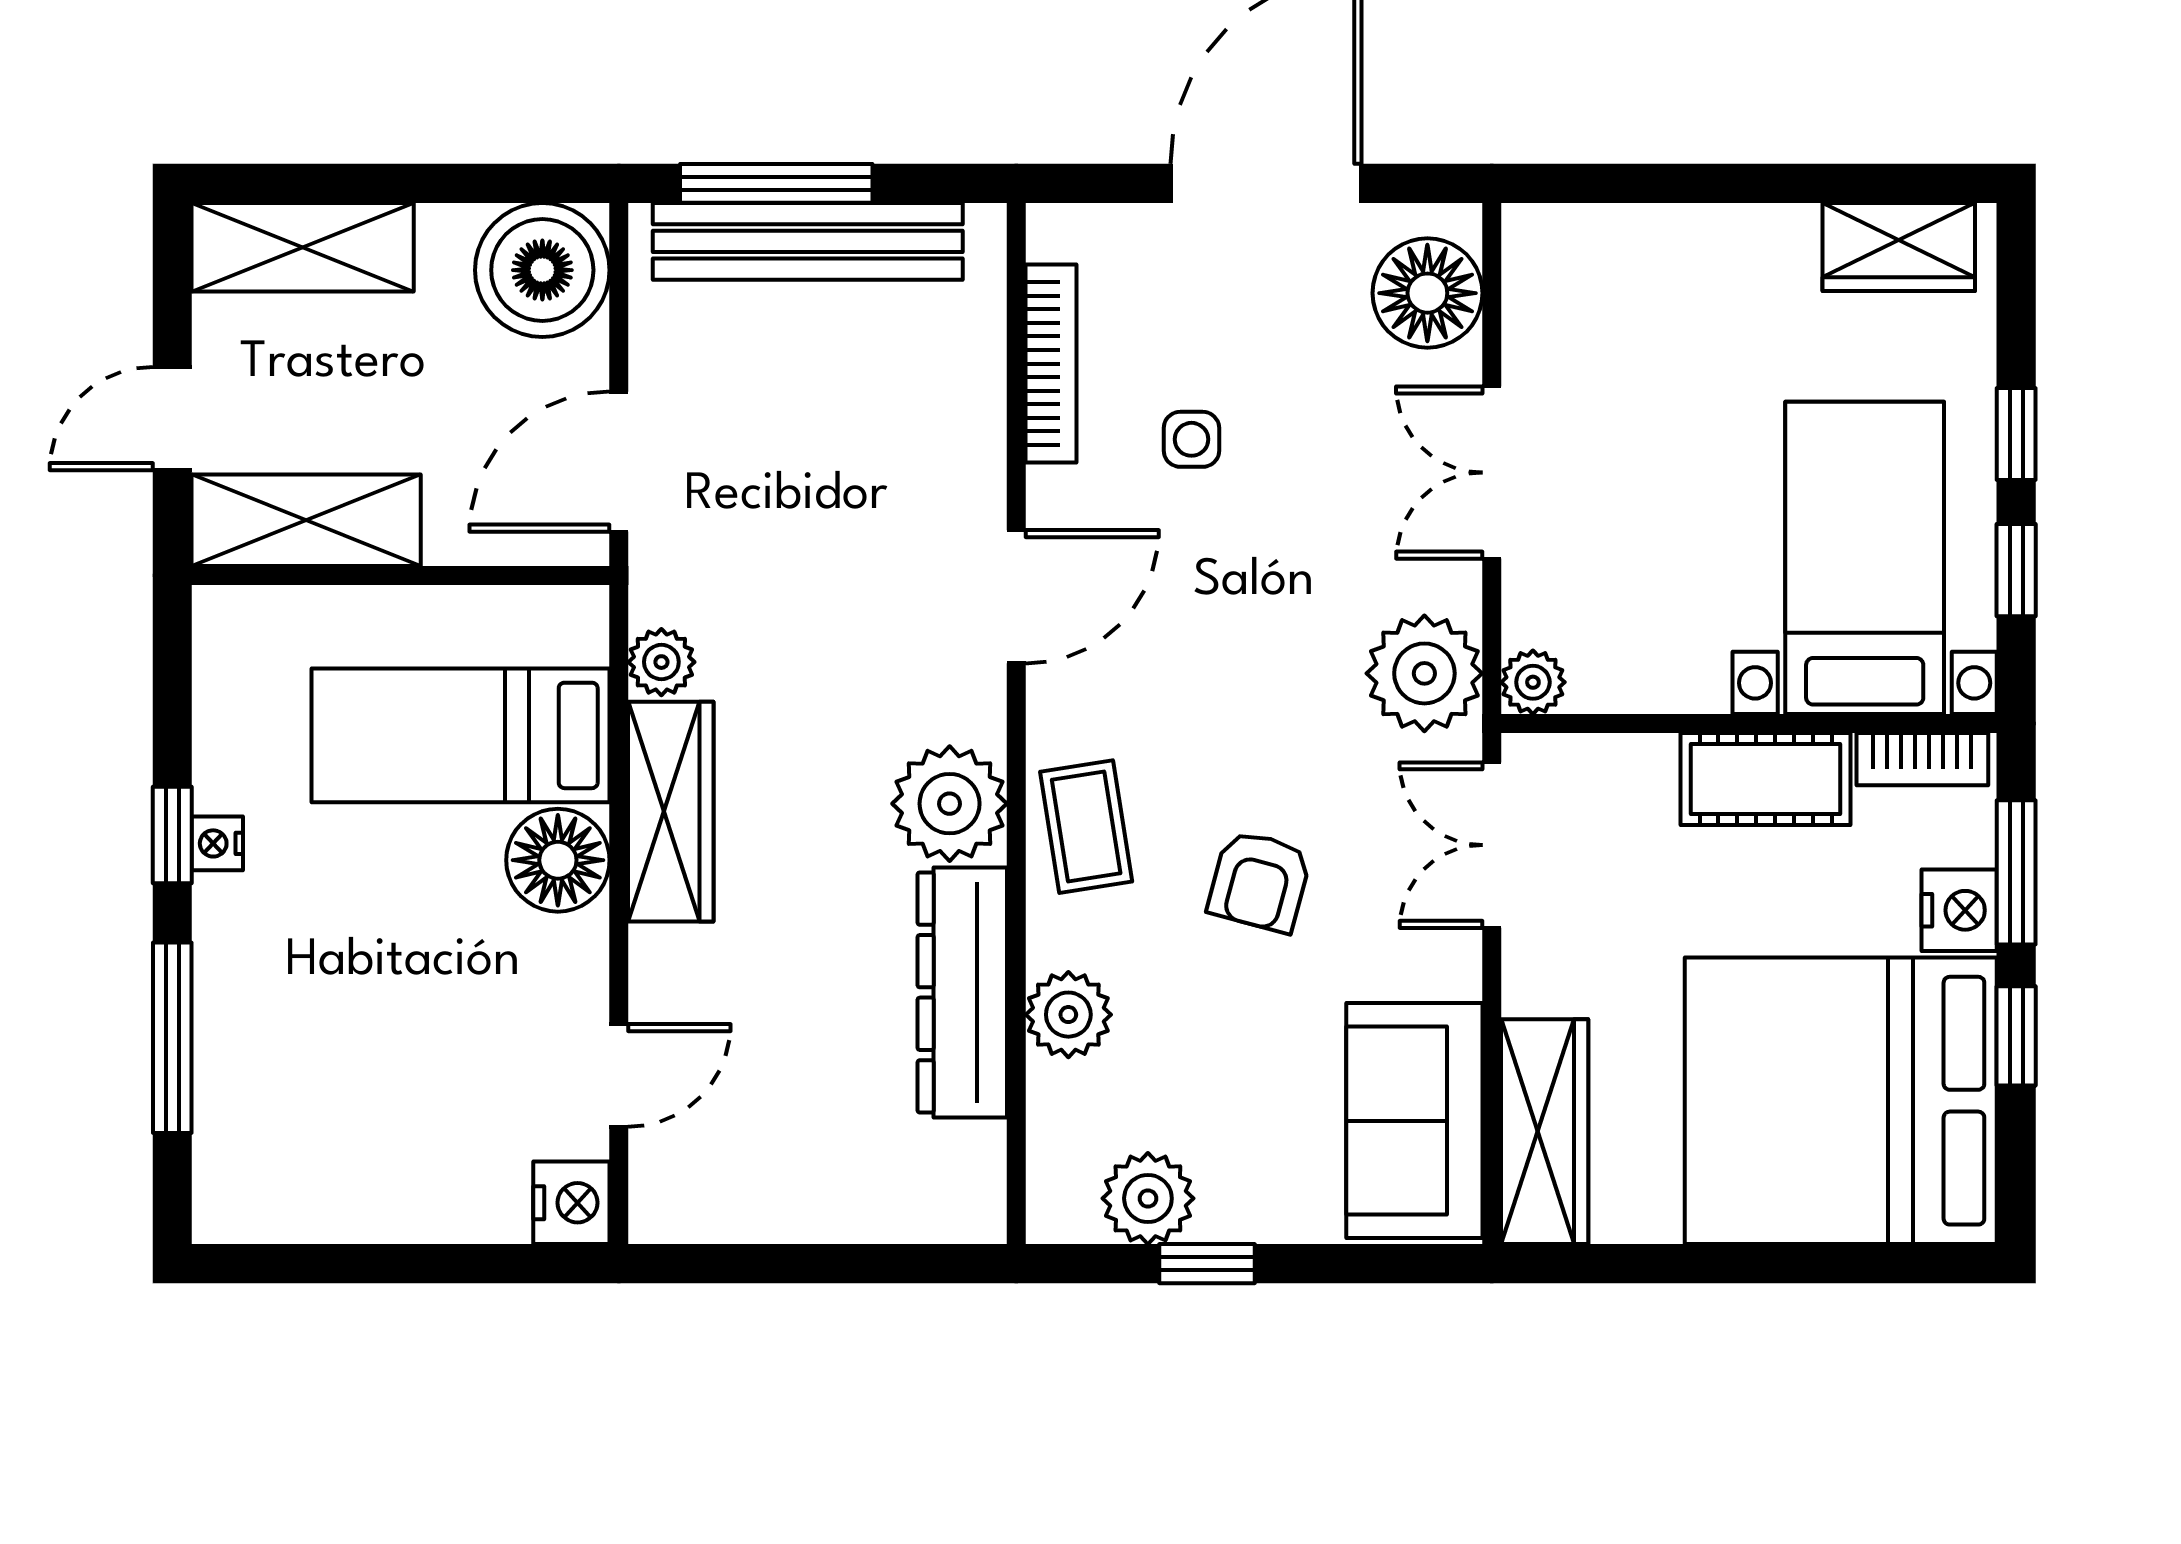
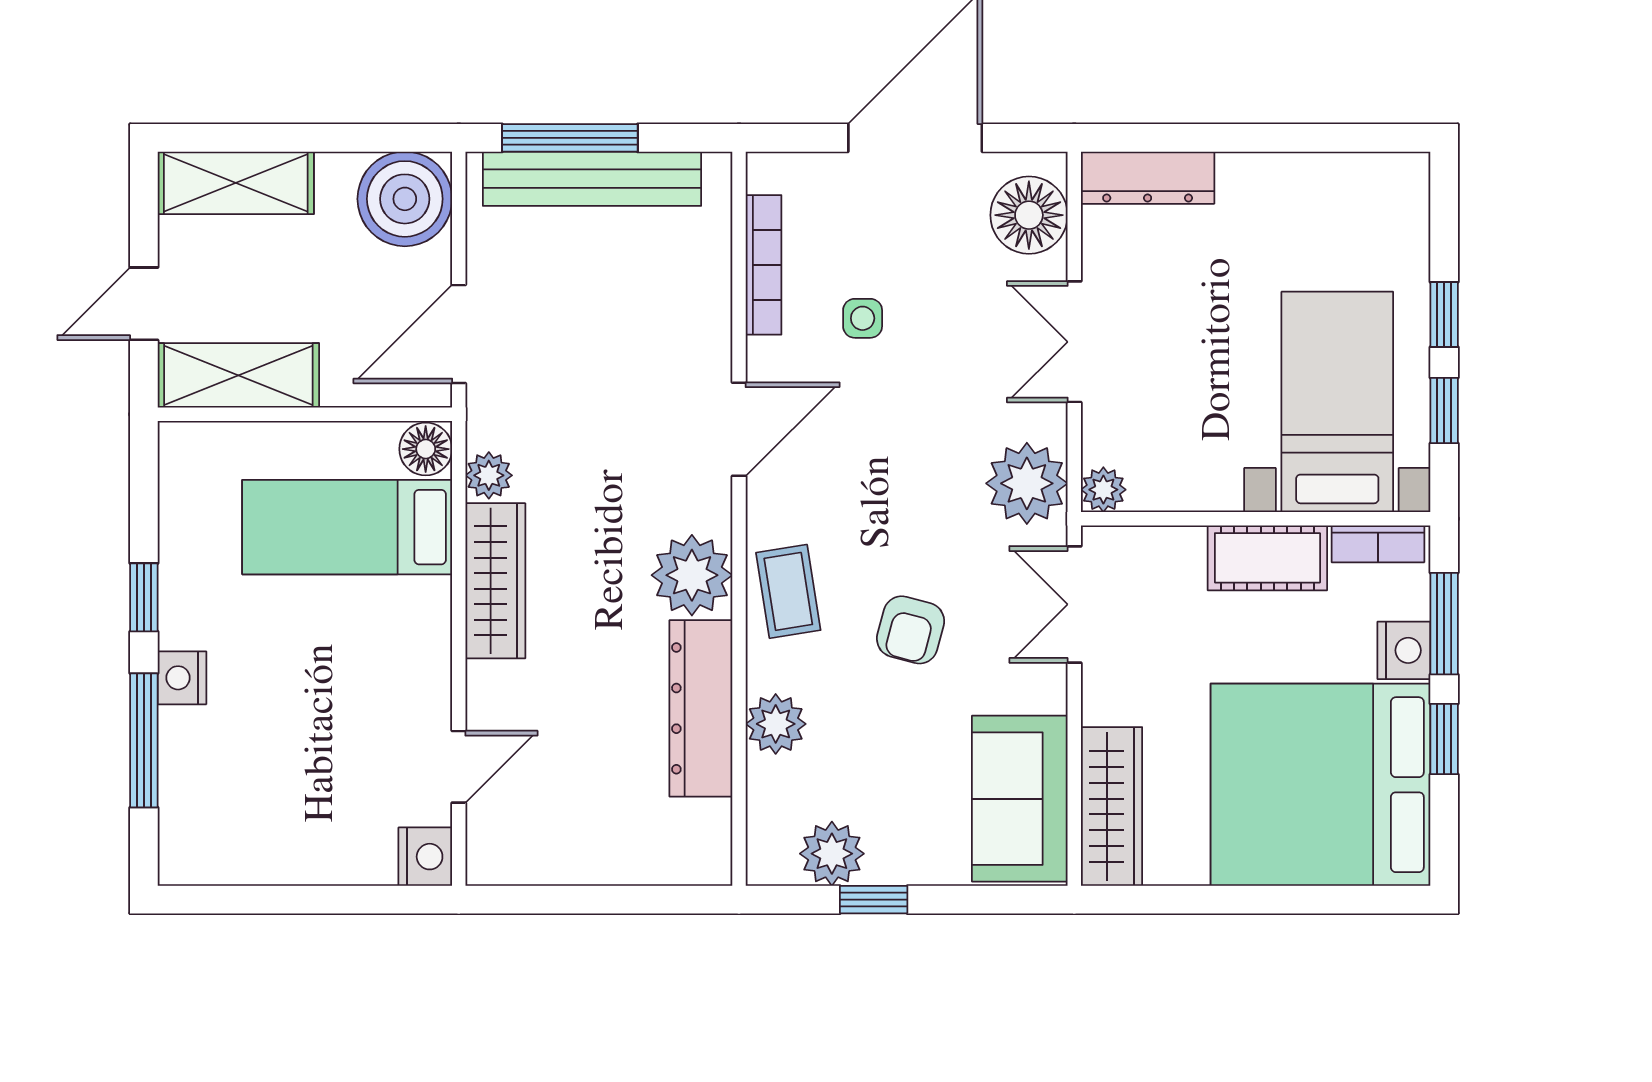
dresser: (1596, 240) -> (1148, 178), added
wardrobe: (1899, 247) -> (1361, 183), removed
nightstand: (217, 843) -> (182, 678), moved, width x1.39, depth x1.35
floor lamp: (558, 860) -> (426, 449), moved, width x0.73, depth x0.73

